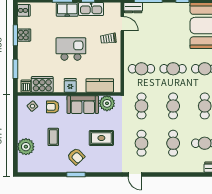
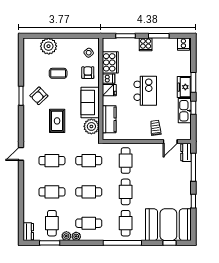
cooker: (24, 35) -> (146, 44), moved
dishwasher: (26, 86) -> (108, 79), moved

